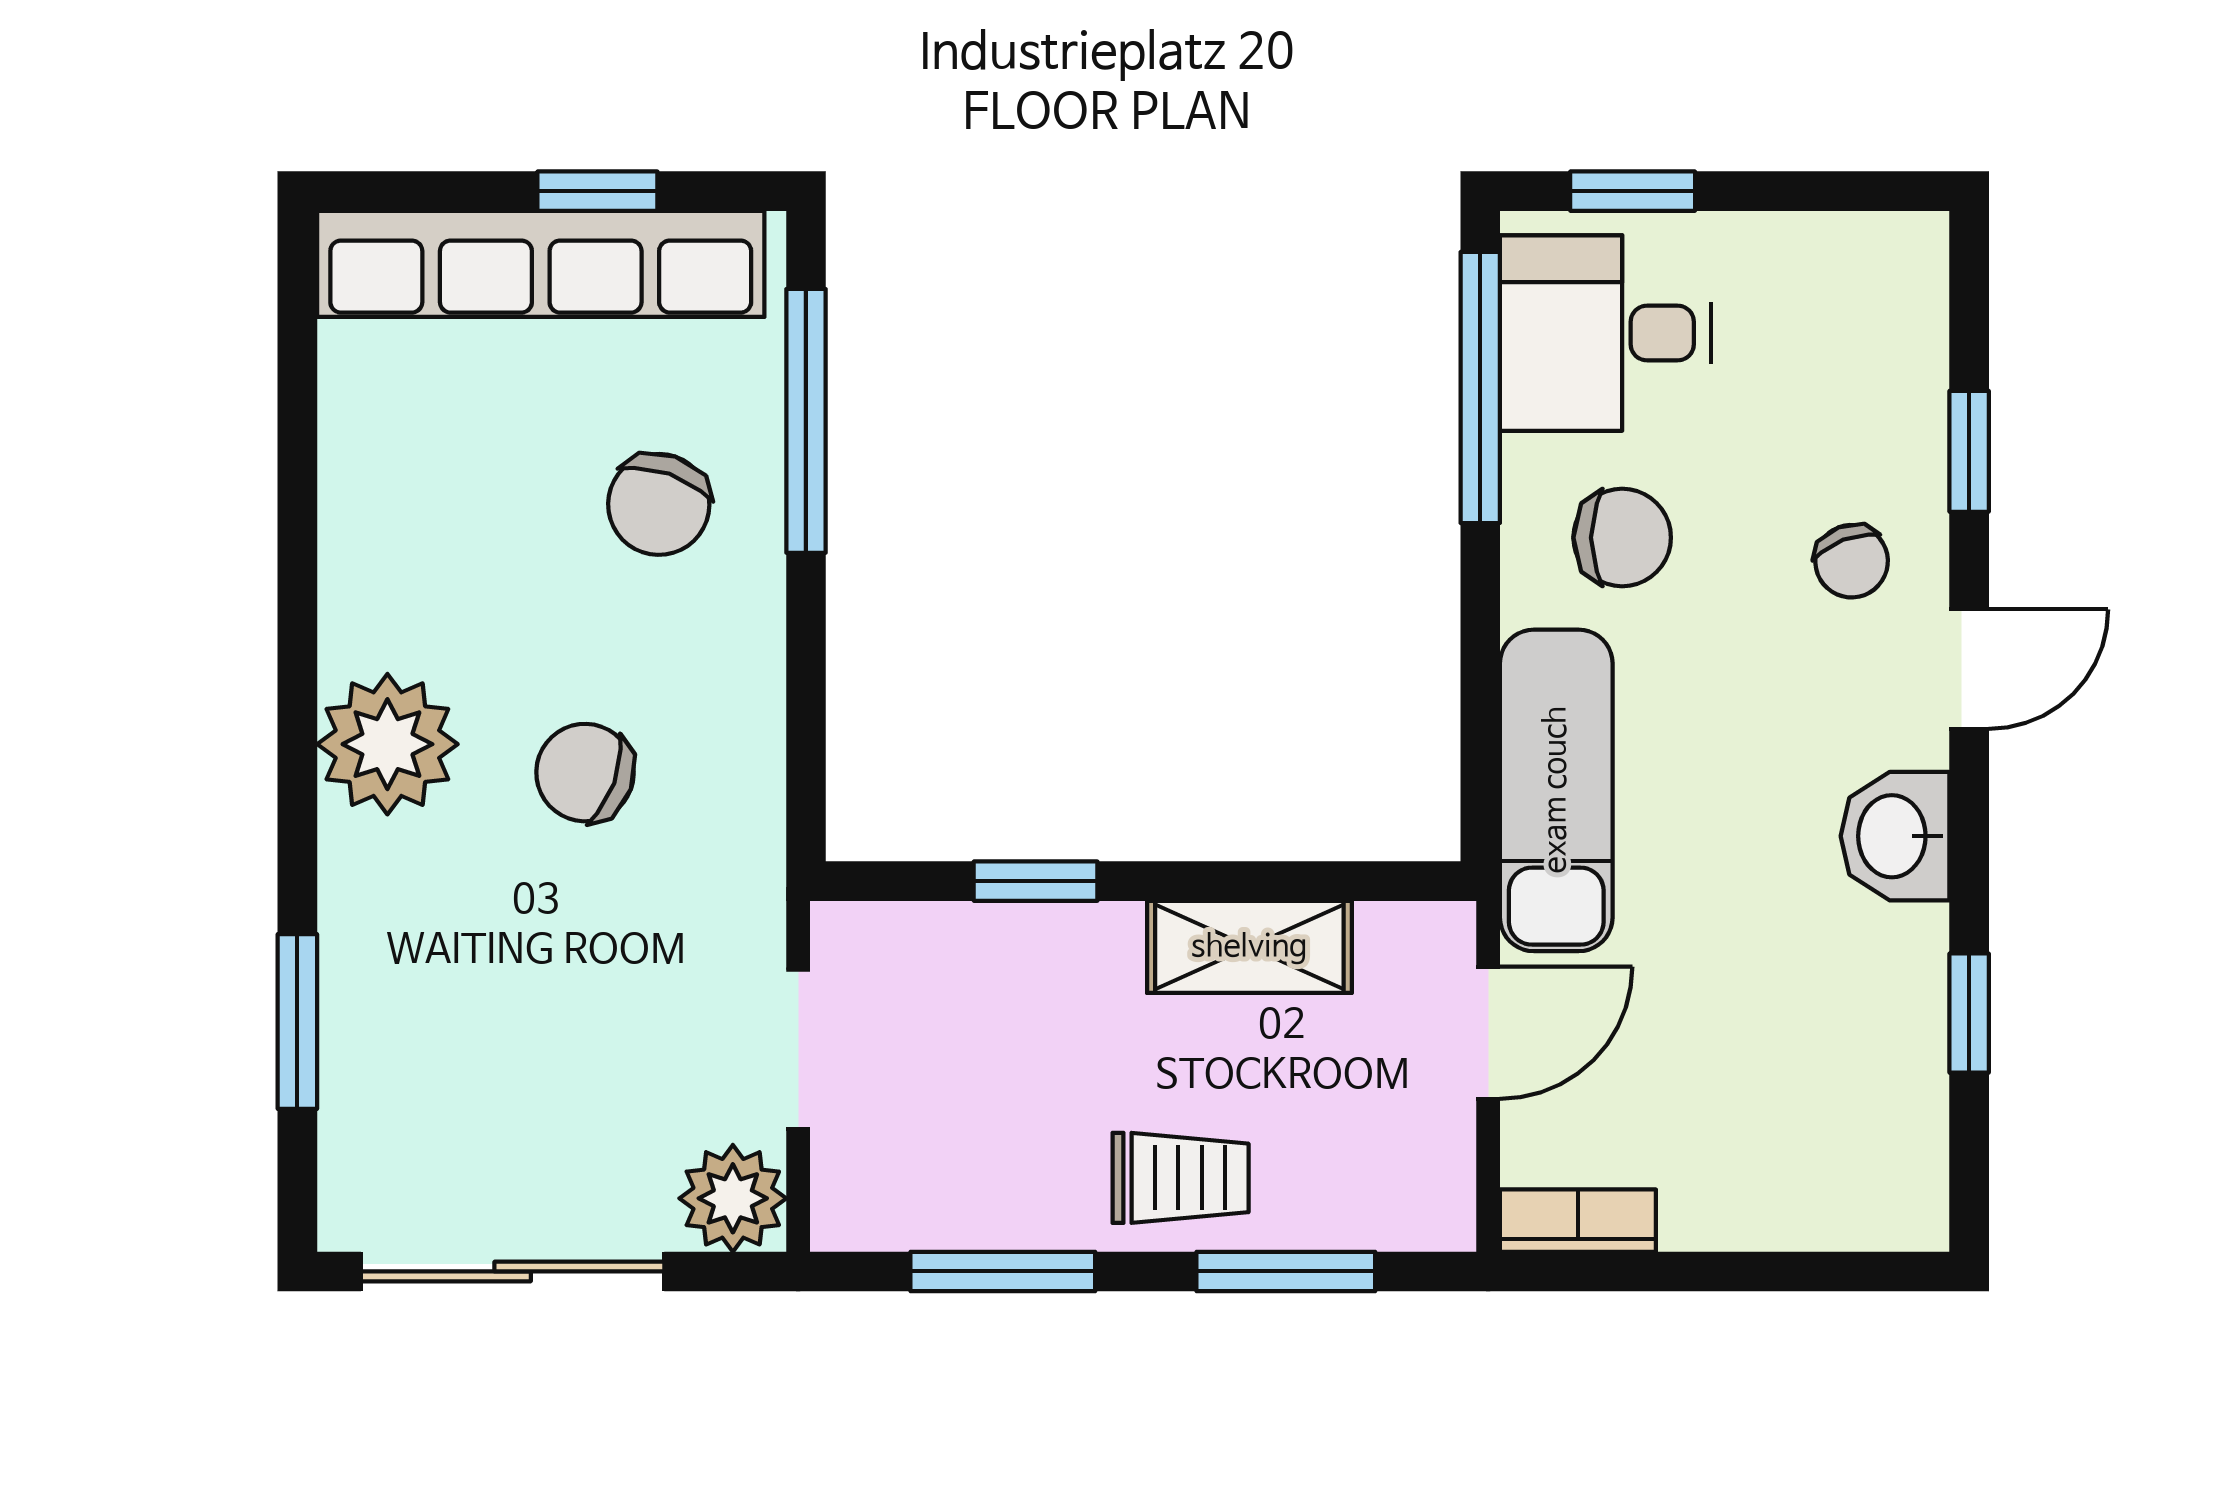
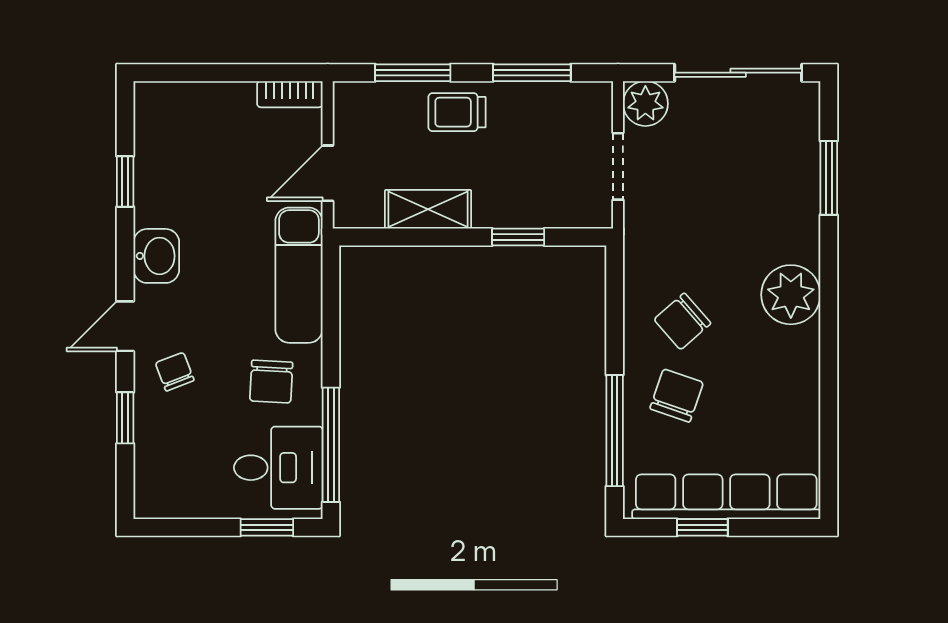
chair: (1622, 538) -> (271, 382), turned -87
chair: (585, 773) -> (682, 321), moved, turned 119

